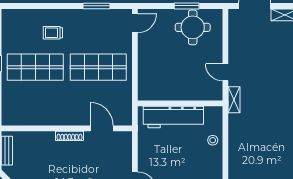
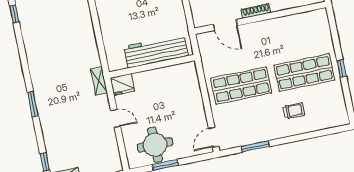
door: (225, 72) -> (116, 118), moved
fridge: (212, 92) -> (122, 85), added
stool: (213, 140) -> (112, 36), removed

